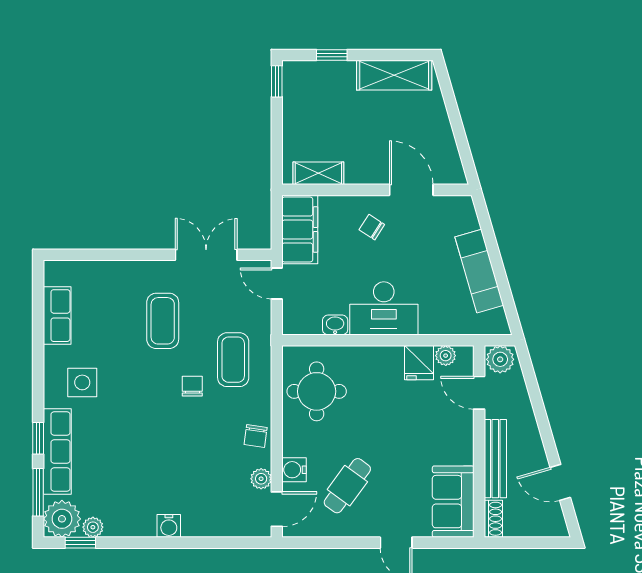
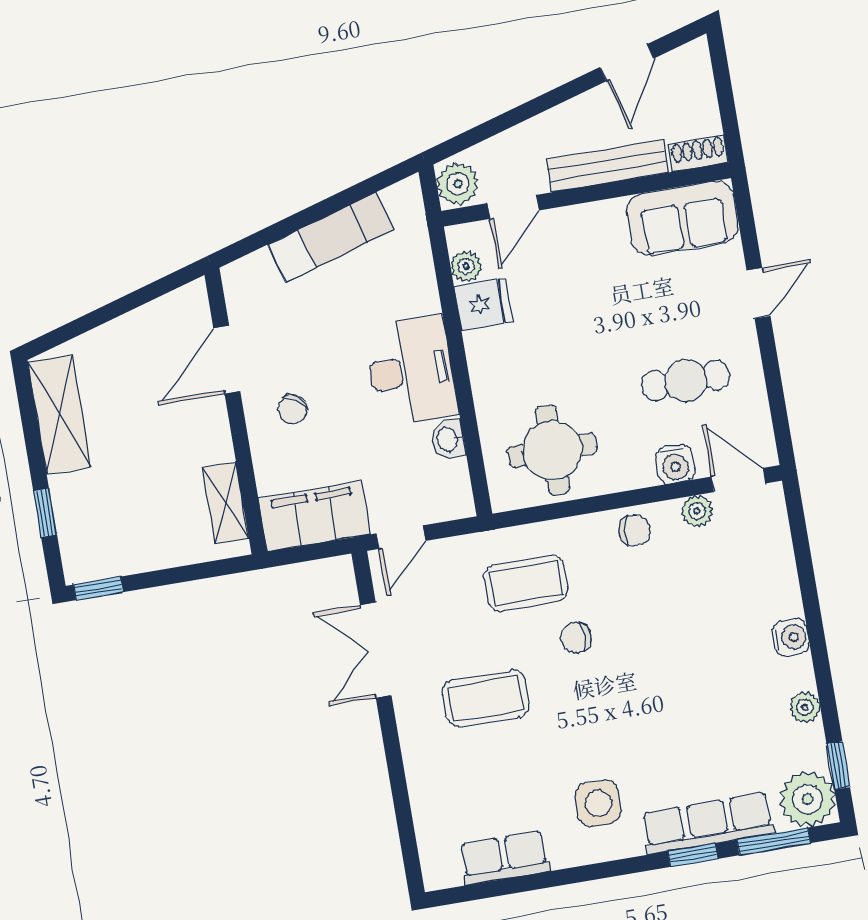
cafe table: (347, 486) -> (686, 380), turned -36
plant: (93, 527) -> (805, 707), moved

